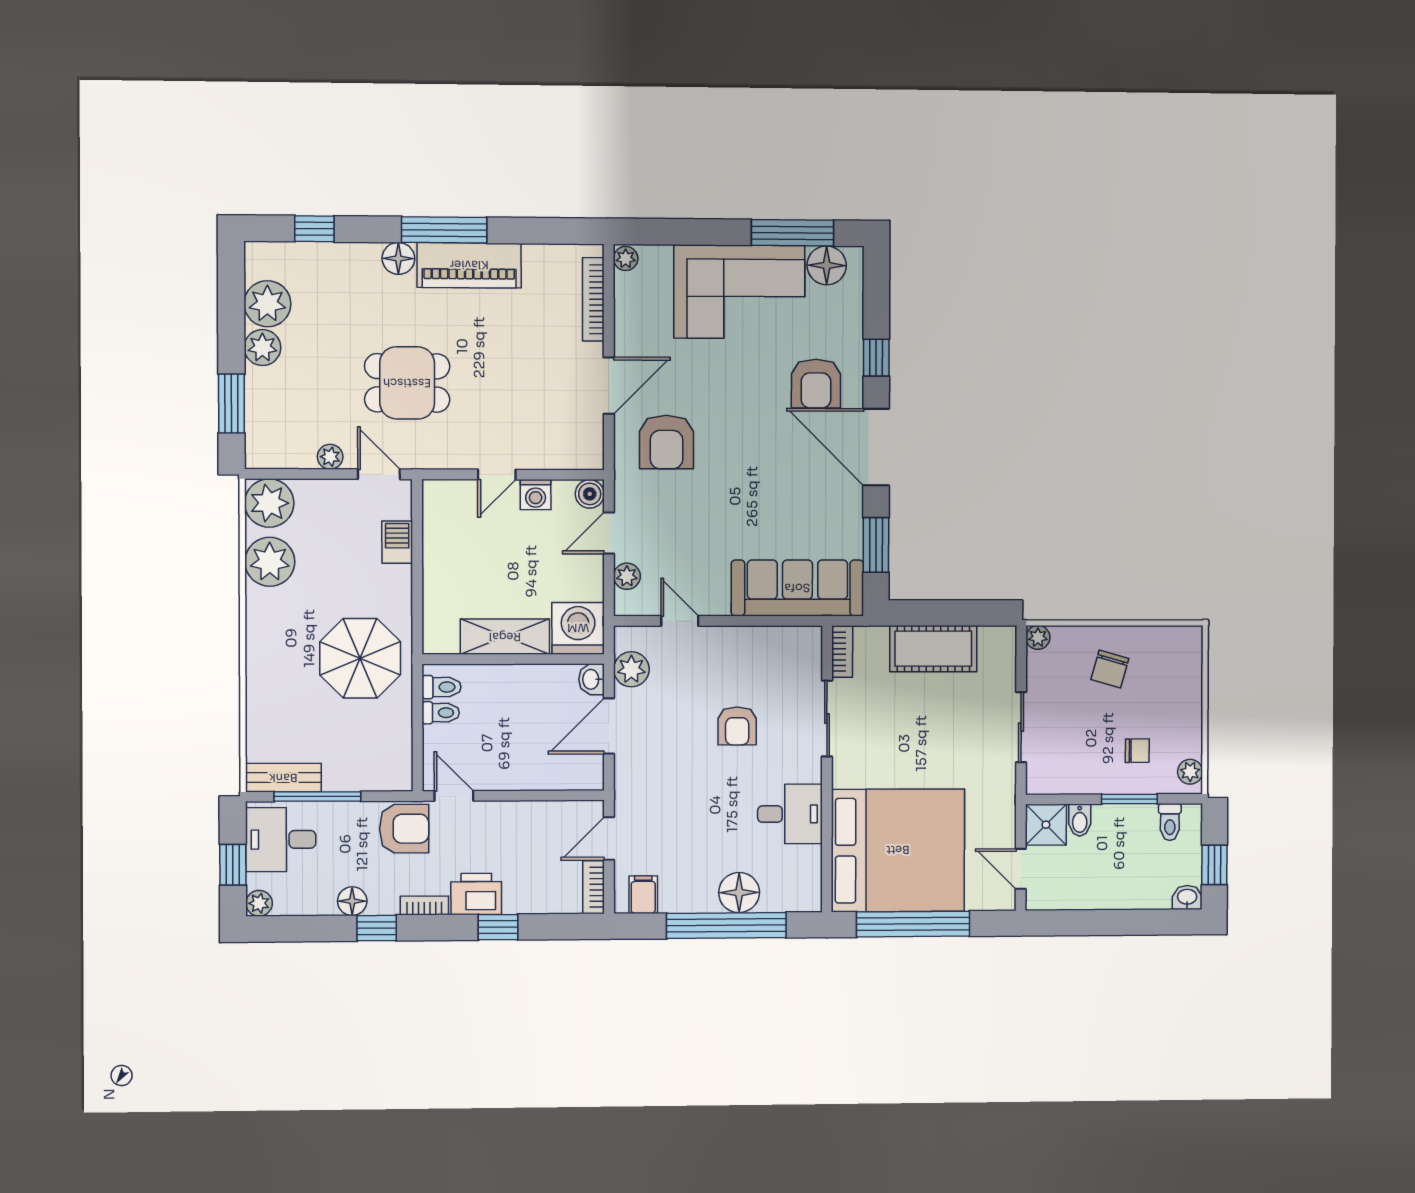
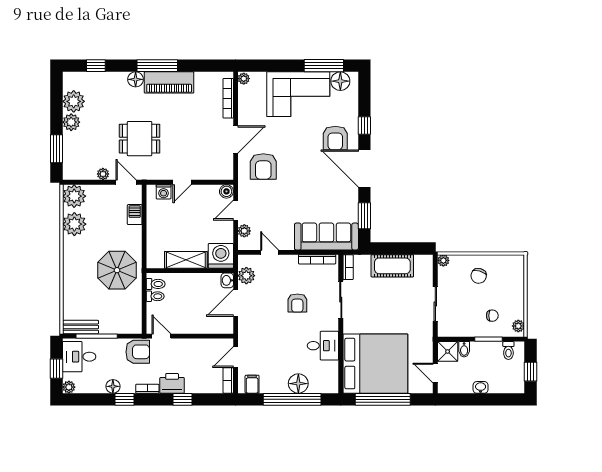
washing machine: (536, 495) -> (164, 192), moved
bookcase: (778, 635) -> (317, 259), added
washbasin: (1187, 897) -> (481, 387), moved

